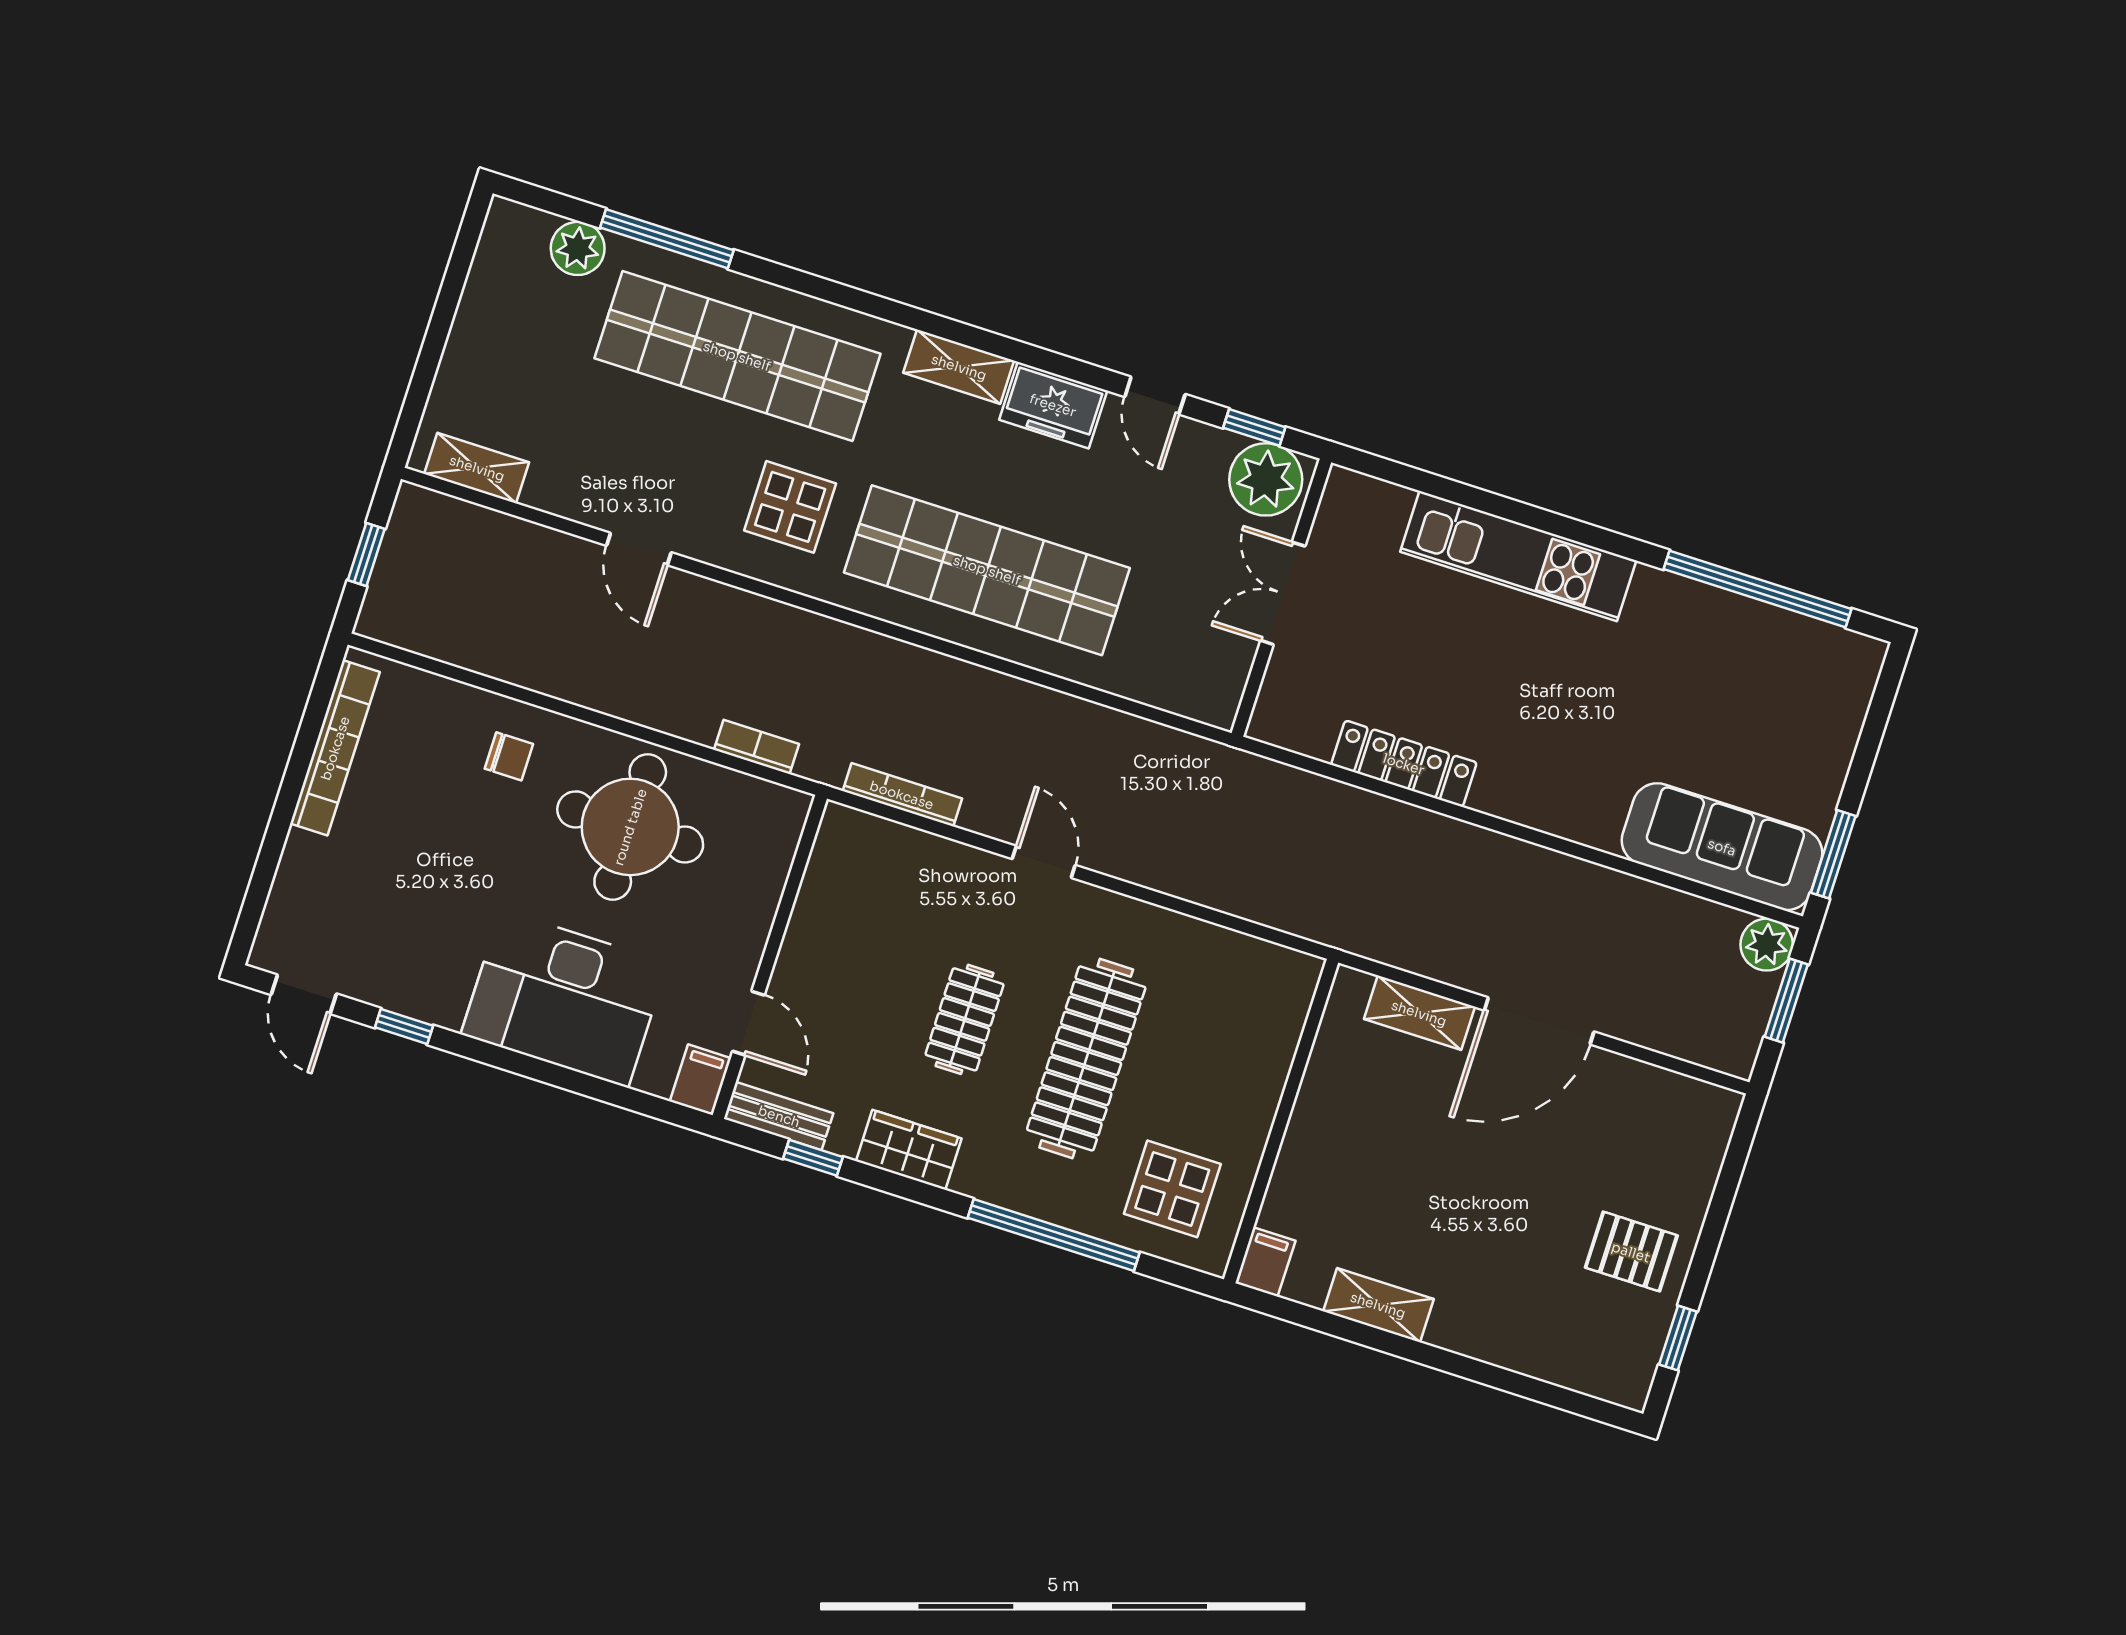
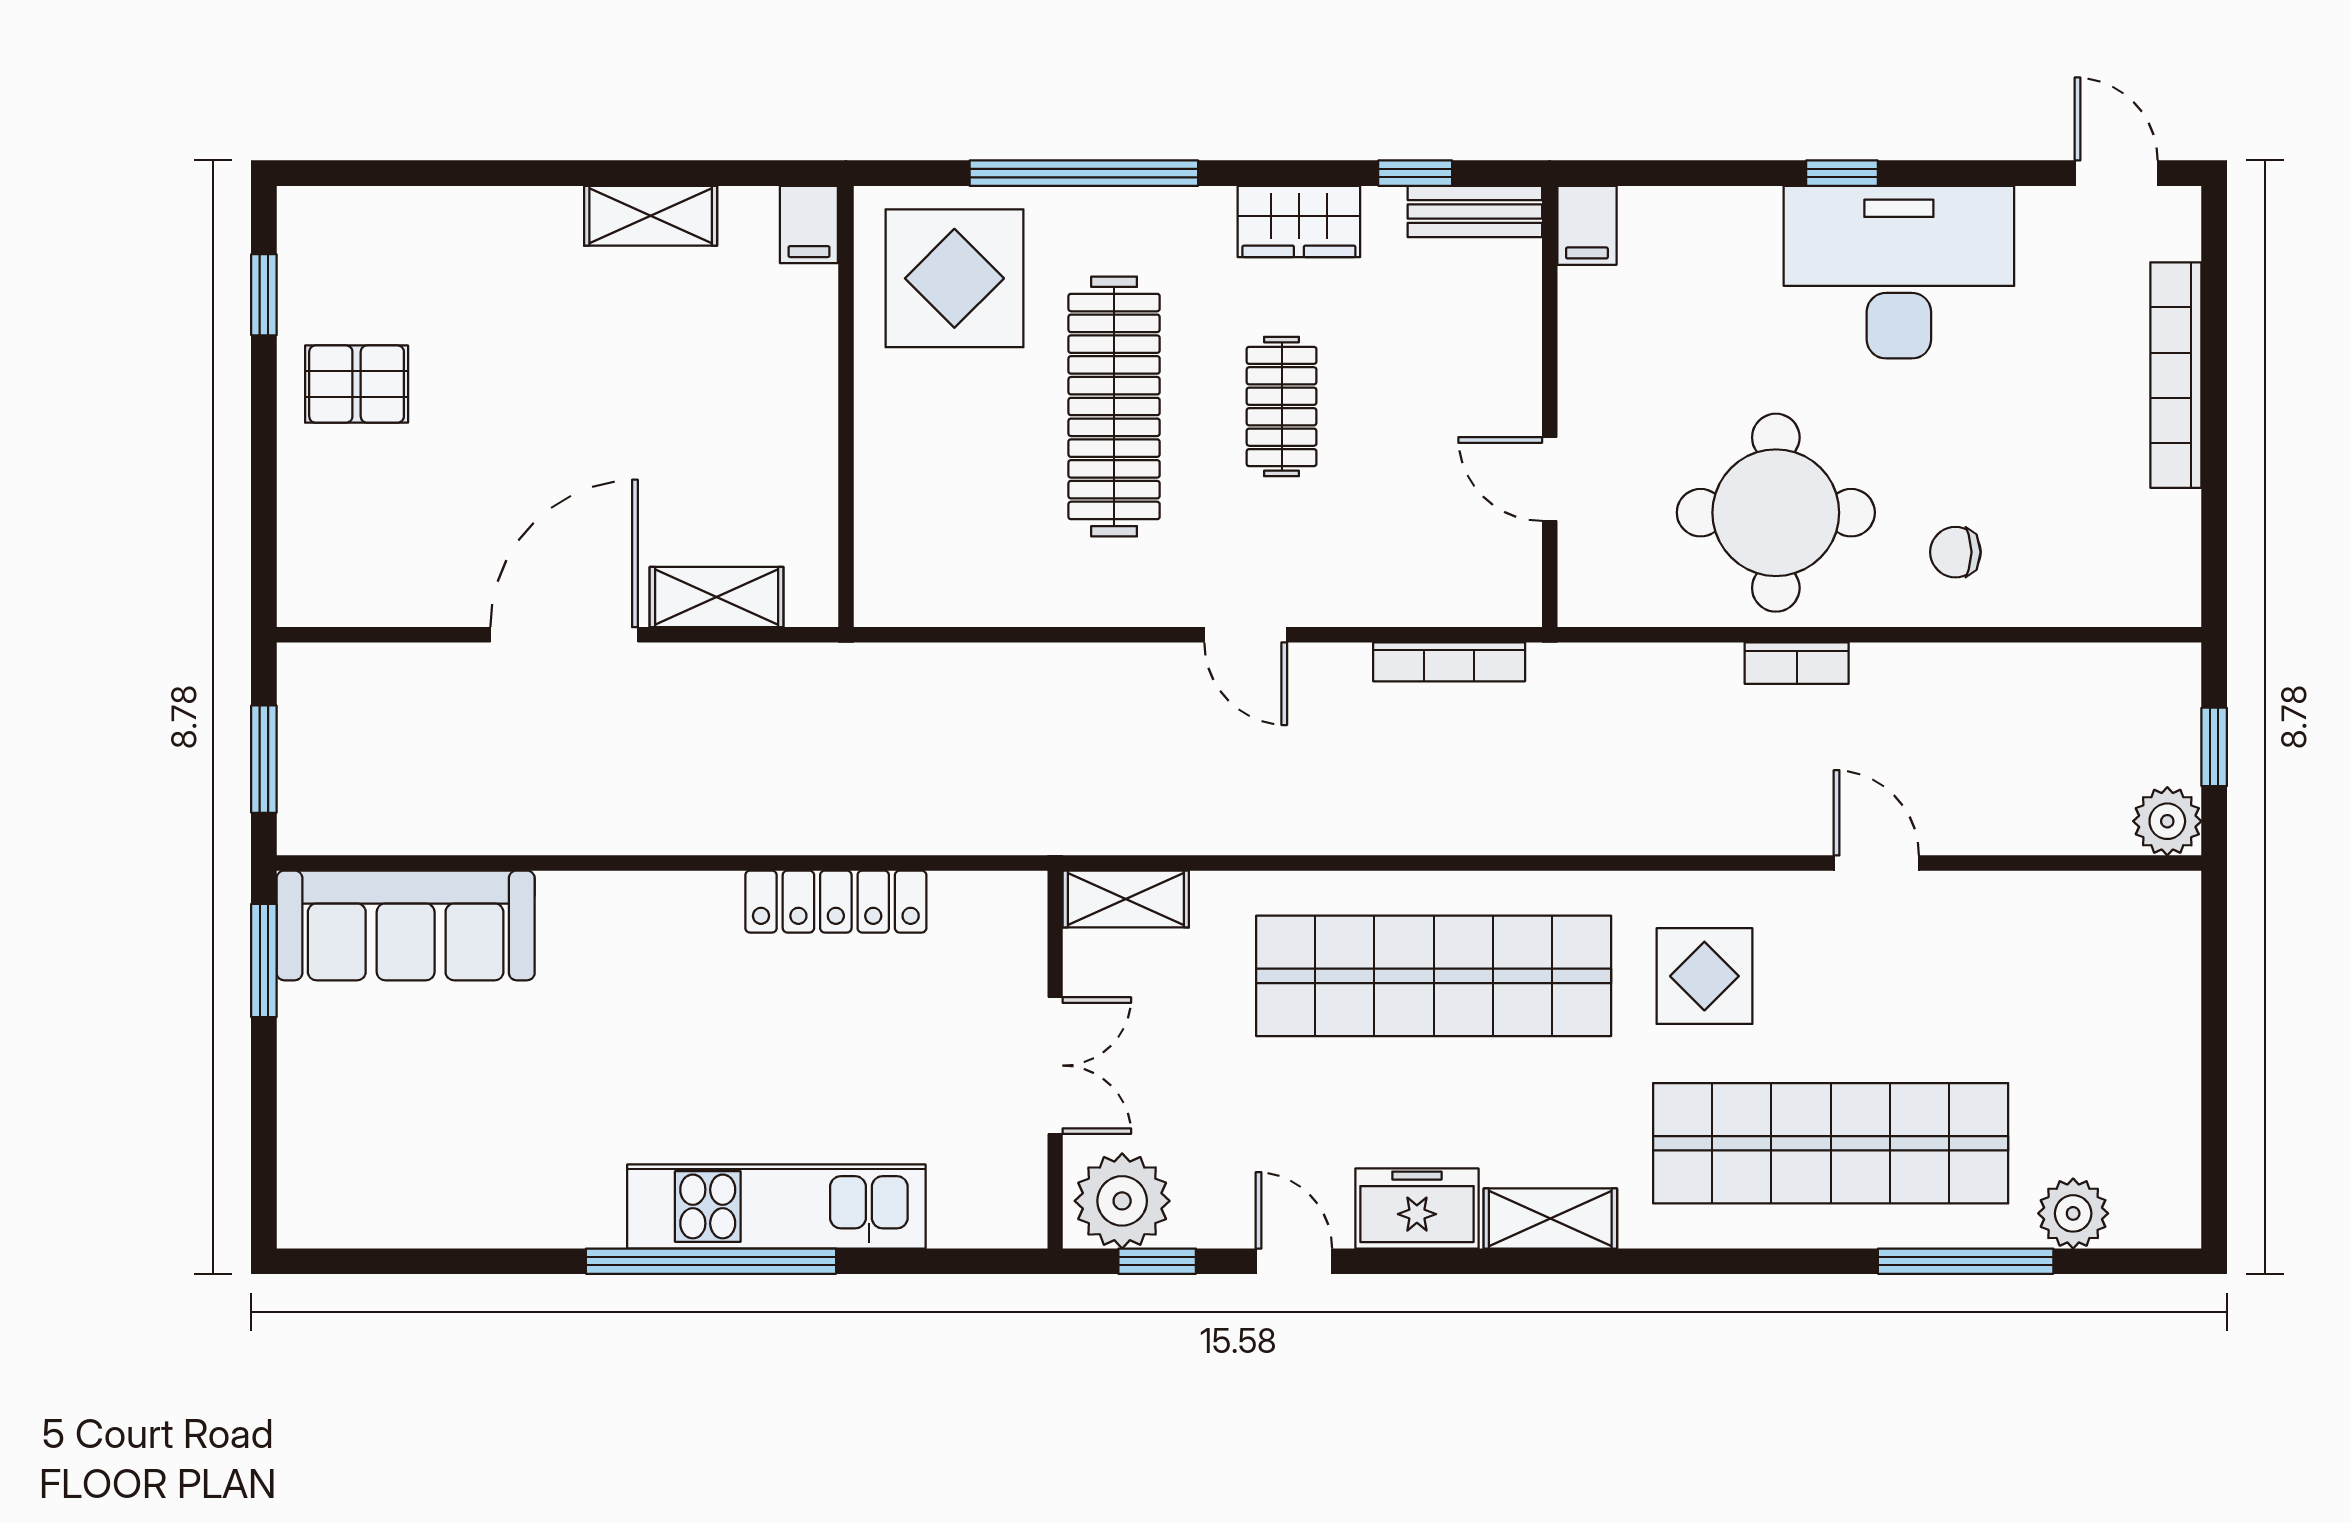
shelving: (477, 468) -> (1126, 899), moved
window: (1757, 589) -> (711, 1261), moved
bookcase: (757, 747) -> (1797, 663), moved
bookcase: (335, 748) -> (2176, 375), moved
plant: (1767, 945) -> (2167, 821), moved
desk: (564, 999) -> (1899, 272), moved
door: (748, 1023) -> (1550, 479), moved
window: (404, 1026) -> (1842, 173), moved
display table: (1172, 1189) -> (954, 278), width x1.36, depth x1.36

